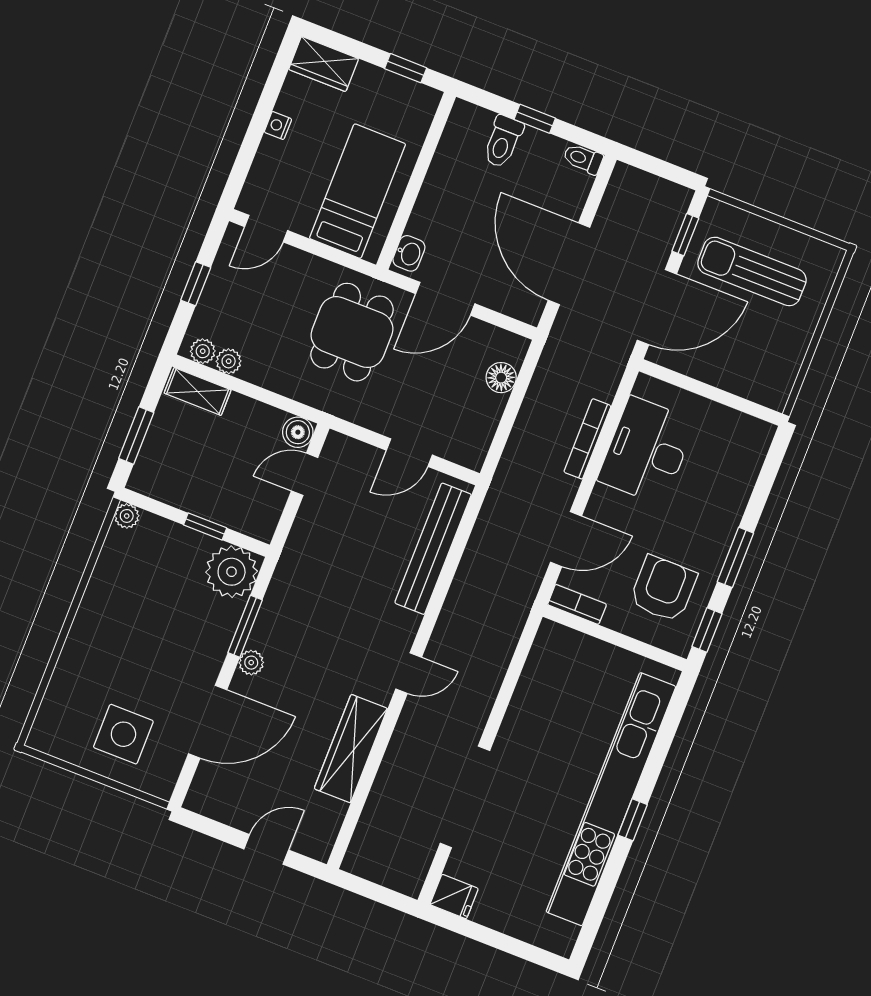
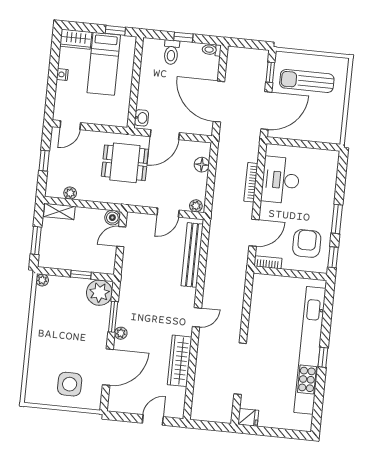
bed: (358, 191) -> (104, 64), moved, turned 180
dining table: (352, 332) -> (125, 163), turned 90
plant: (203, 351) -> (196, 206), moved

